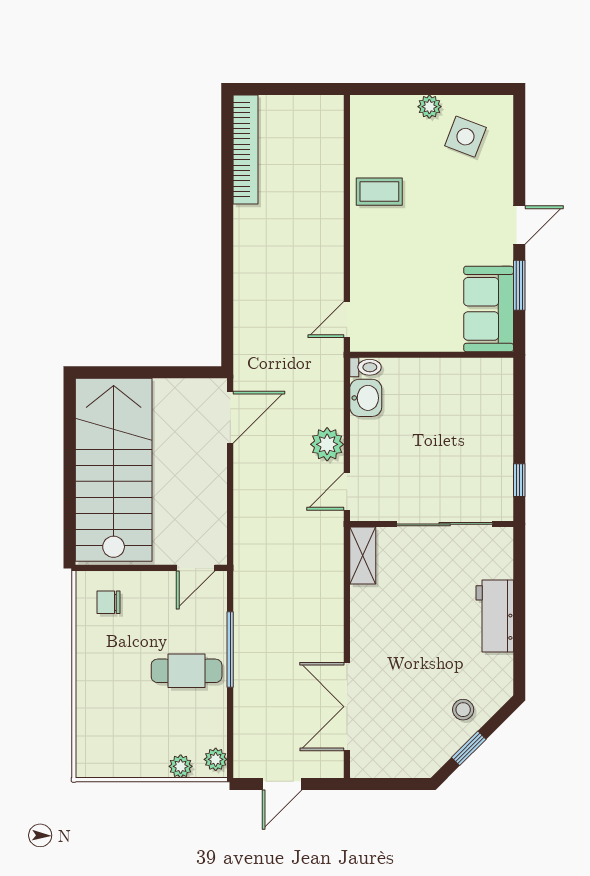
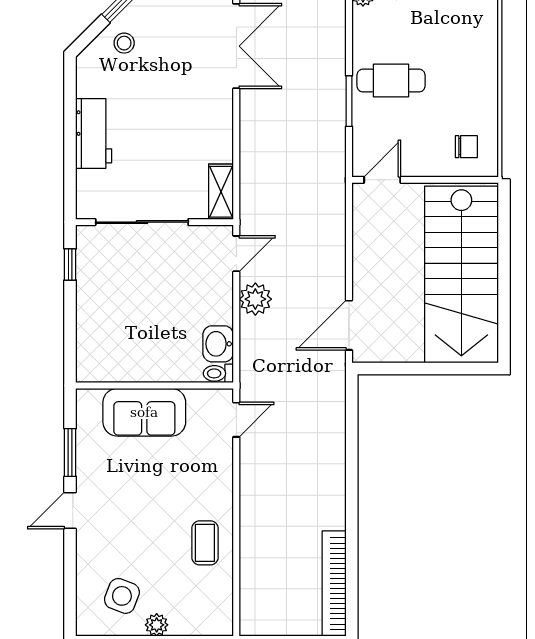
coffee table: (379, 192) -> (205, 543), turned 90
sofa: (489, 309) -> (144, 412), moved, turned 90
window: (230, 649) -> (349, 101), width x0.69

